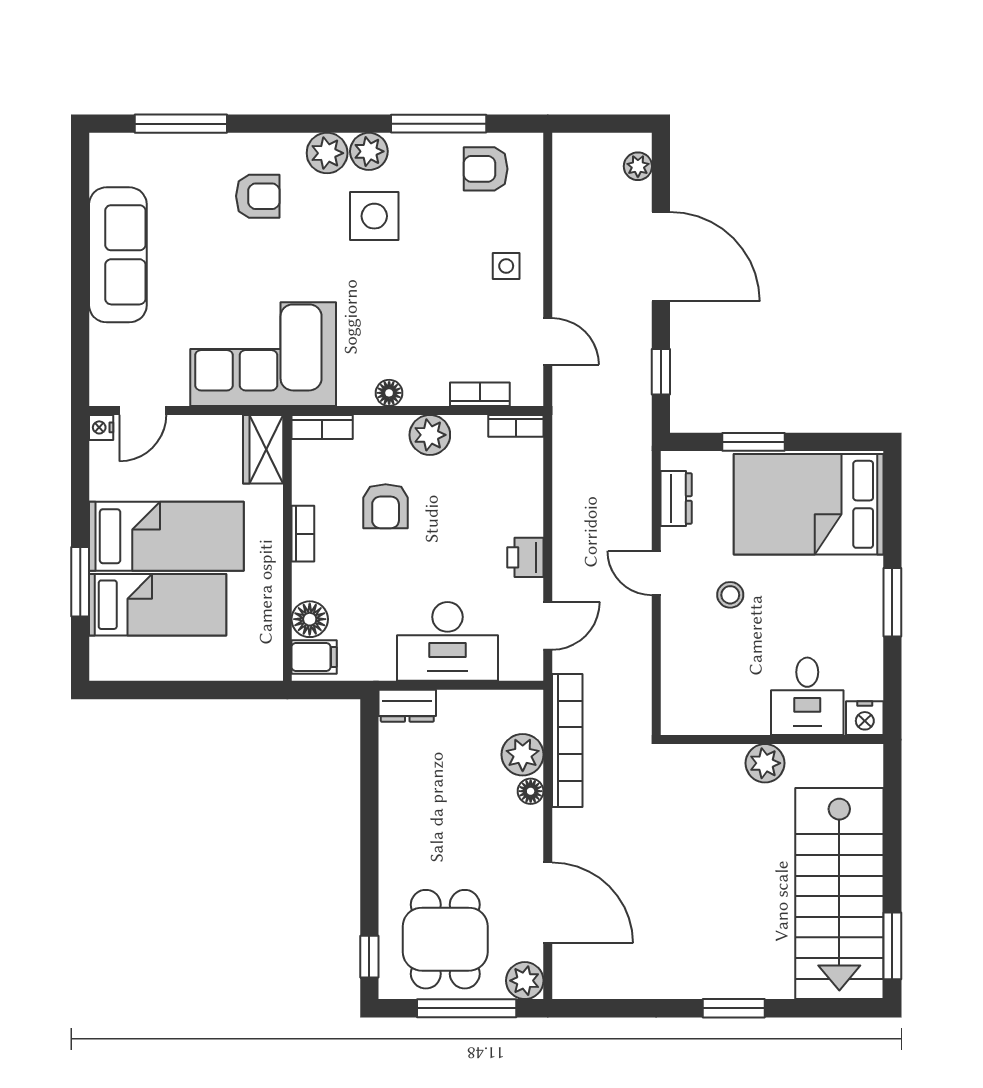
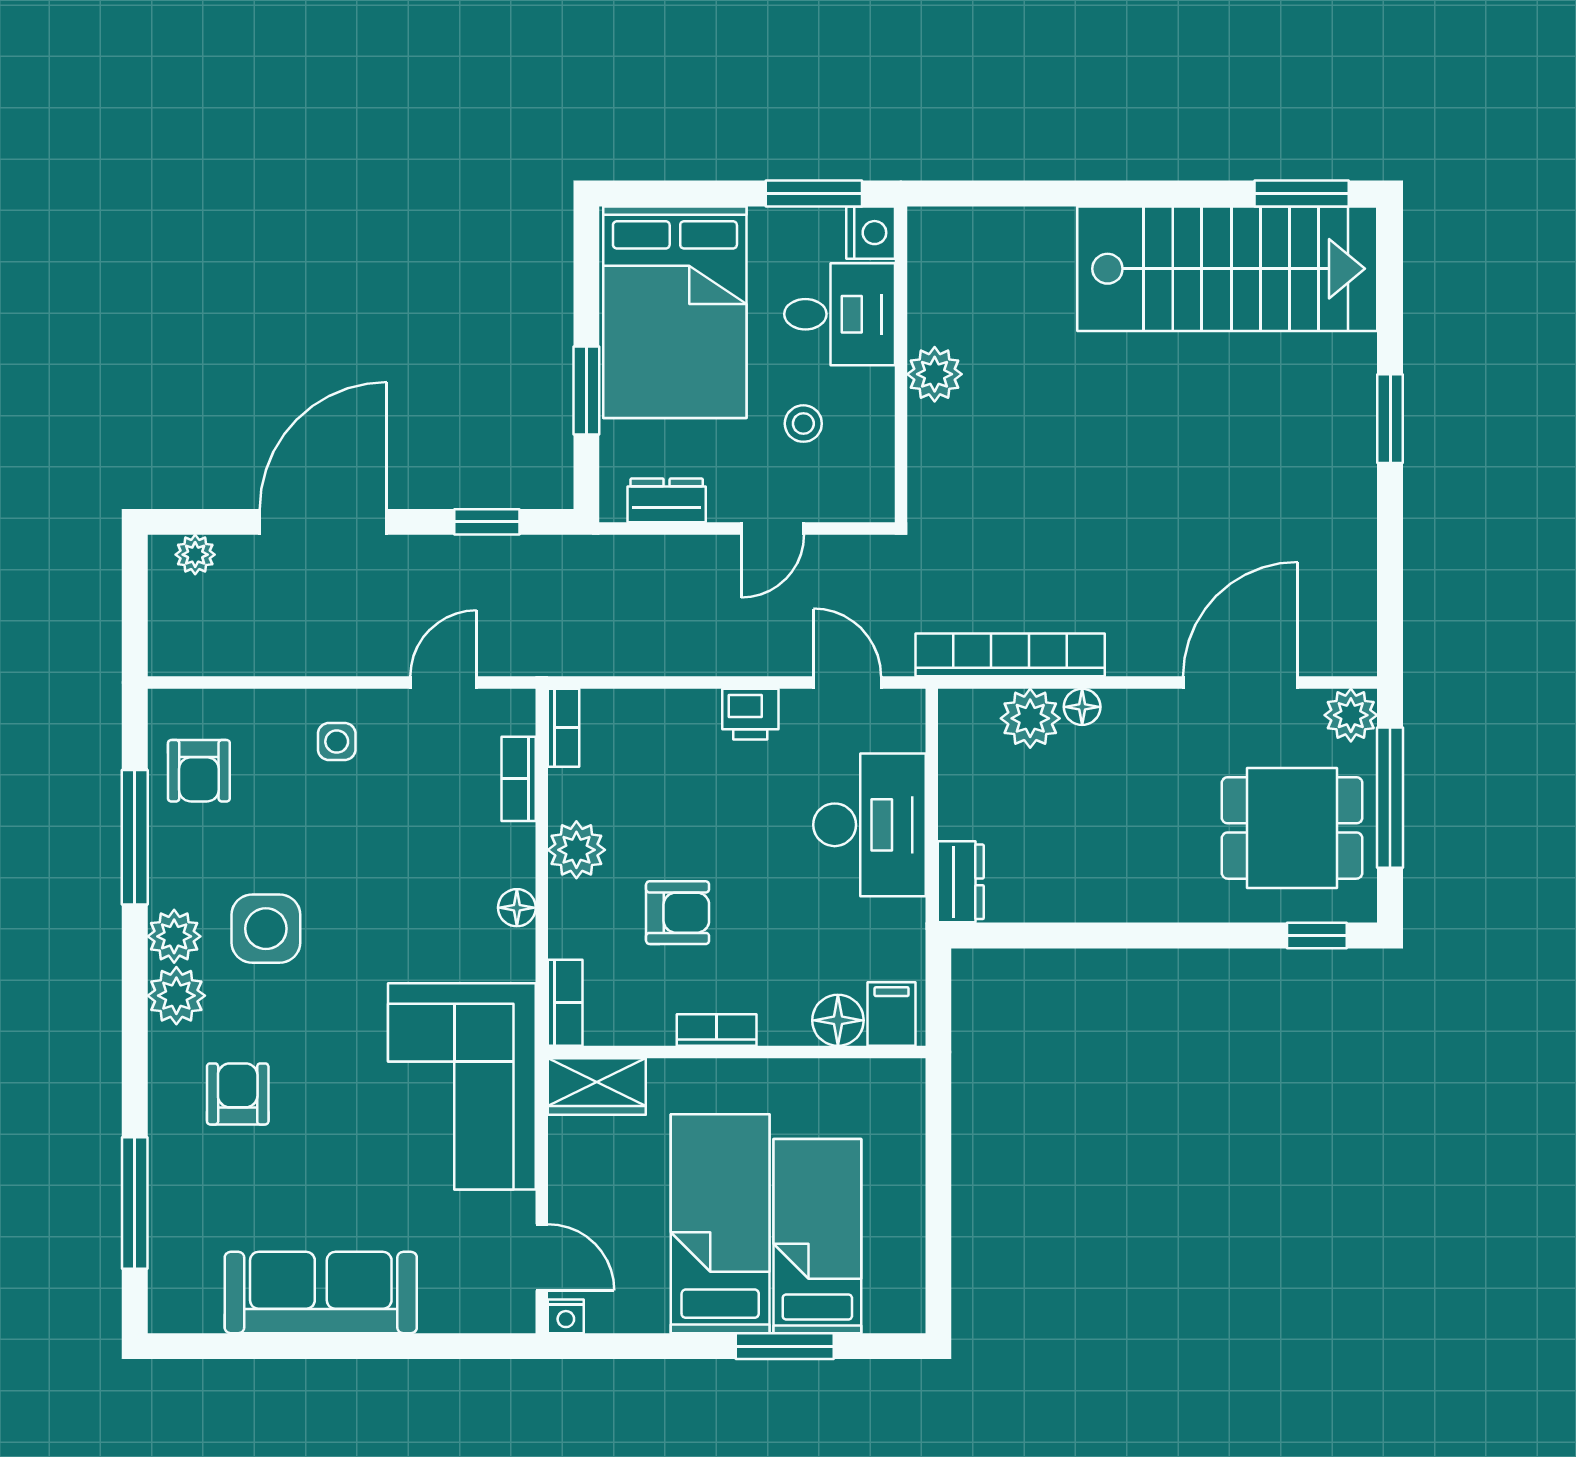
desk: (807, 696) -> (840, 314), moved
nightstand: (865, 718) -> (871, 233), moved
wall: (772, 740) -> (901, 364), moved
plant: (765, 763) -> (935, 374), moved

